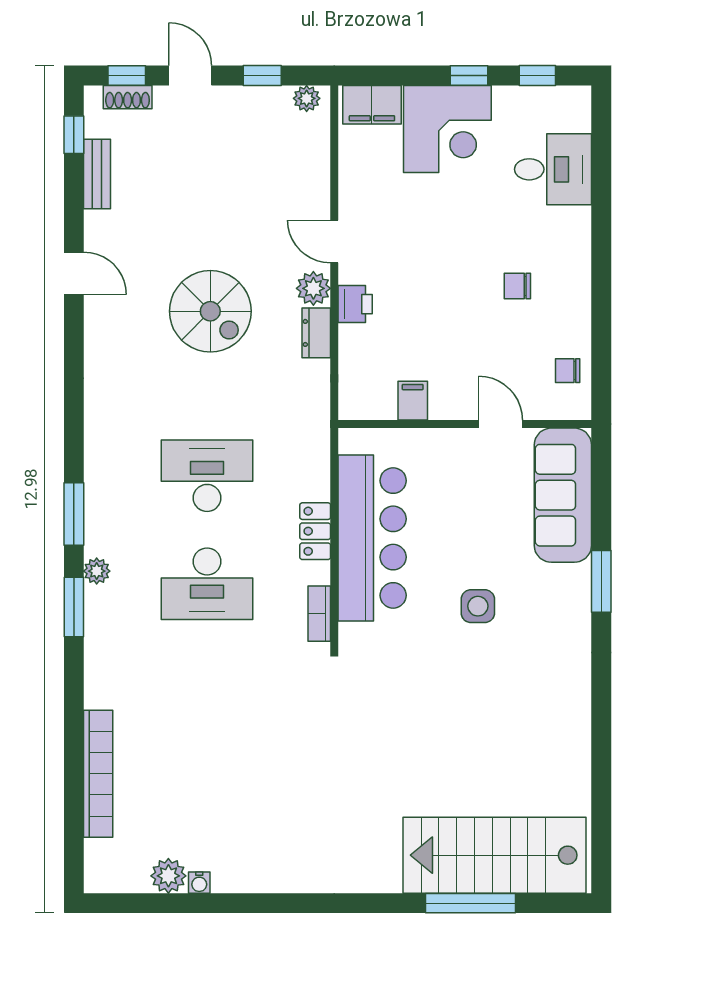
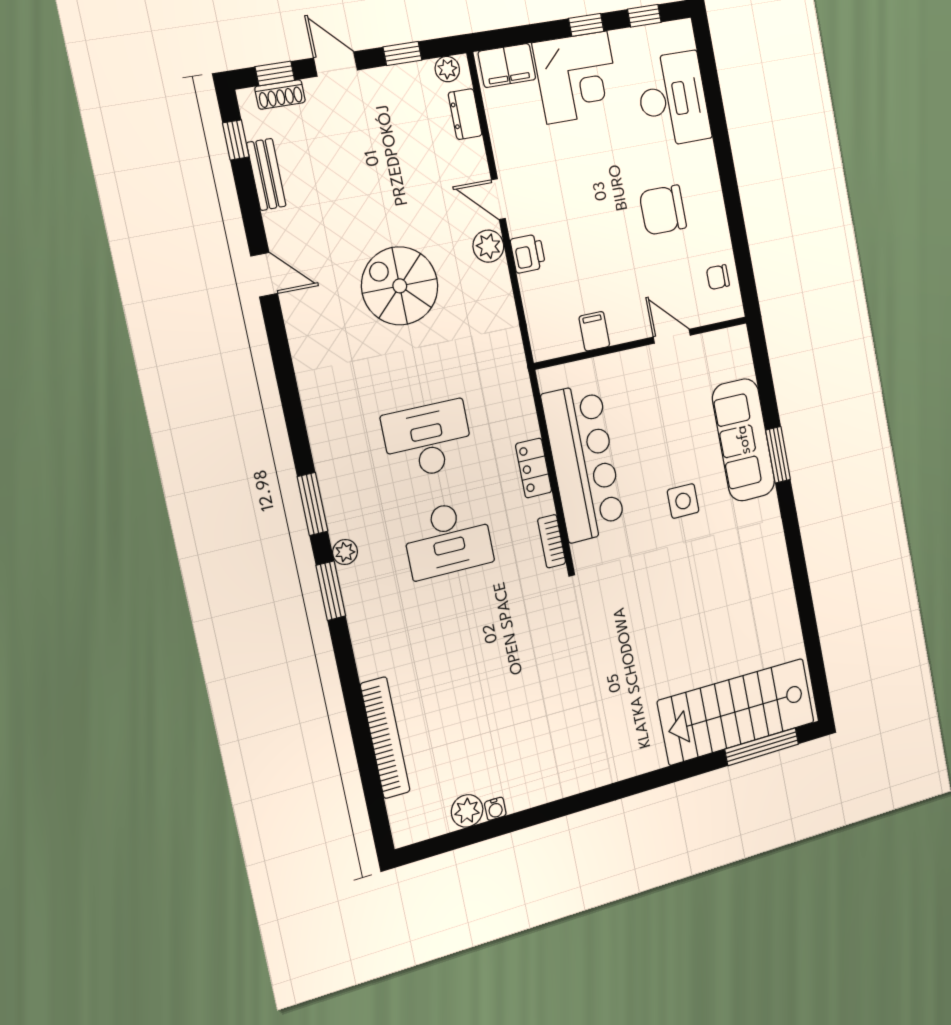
desk: (553, 169) -> (673, 99), width x1.37
chair: (517, 286) -> (663, 210), width x1.87, depth x1.87
spiral stairs: (210, 311) -> (400, 286), turned 180
dresser: (316, 333) -> (465, 114), moved
sofa: (563, 495) -> (744, 440), moved
window: (471, 903) -> (762, 747), moved

